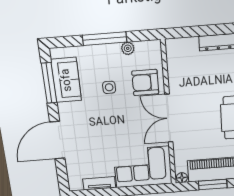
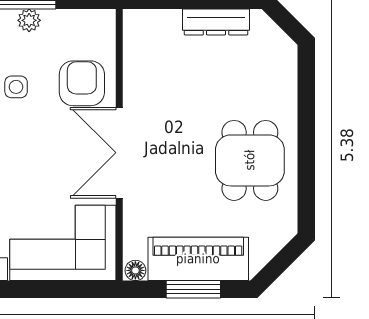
plant: (128, 48) -> (29, 20), moved
armchair: (145, 83) -> (82, 83), turned 90

